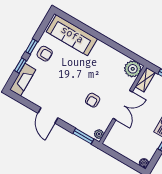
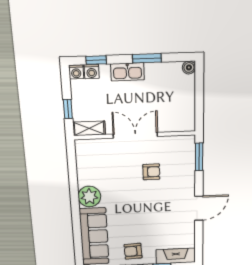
armchair: (45, 54) -> (133, 251), turned -93
plant: (133, 69) -> (89, 197), moved
plant: (99, 134) -> (186, 141), removed

